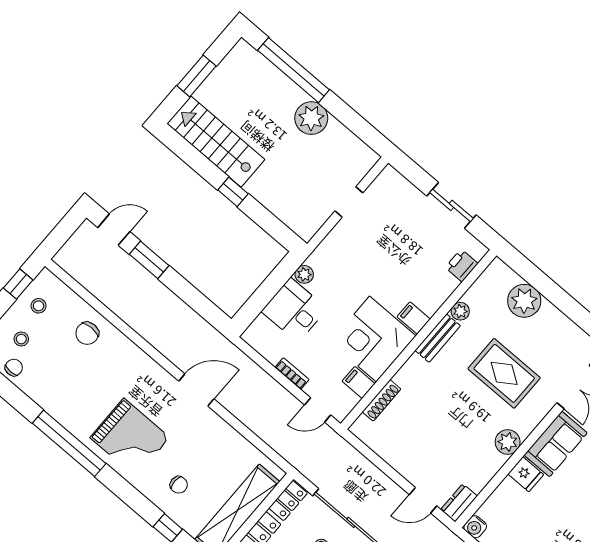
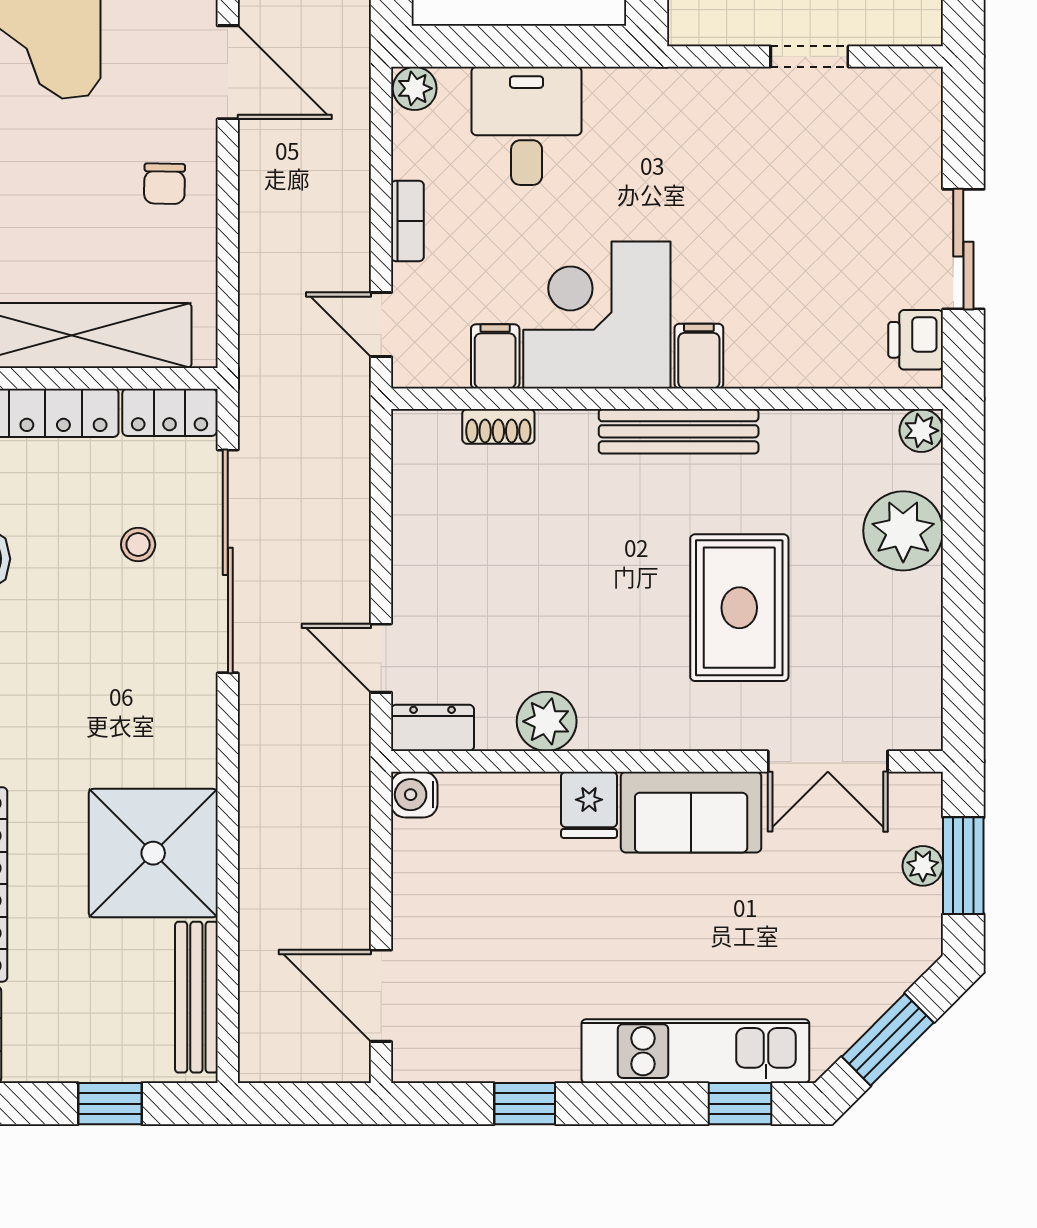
printer: (462, 265) -> (916, 340), moved, turned -90
plant: (304, 274) -> (415, 88), moved
plant: (460, 311) -> (921, 431), moved
bench: (438, 338) -> (679, 431), width x1.36
shoe rack: (382, 400) -> (498, 426), width x0.70
plant: (508, 442) -> (547, 721), moved
chair: (179, 485) -> (164, 184), moved

